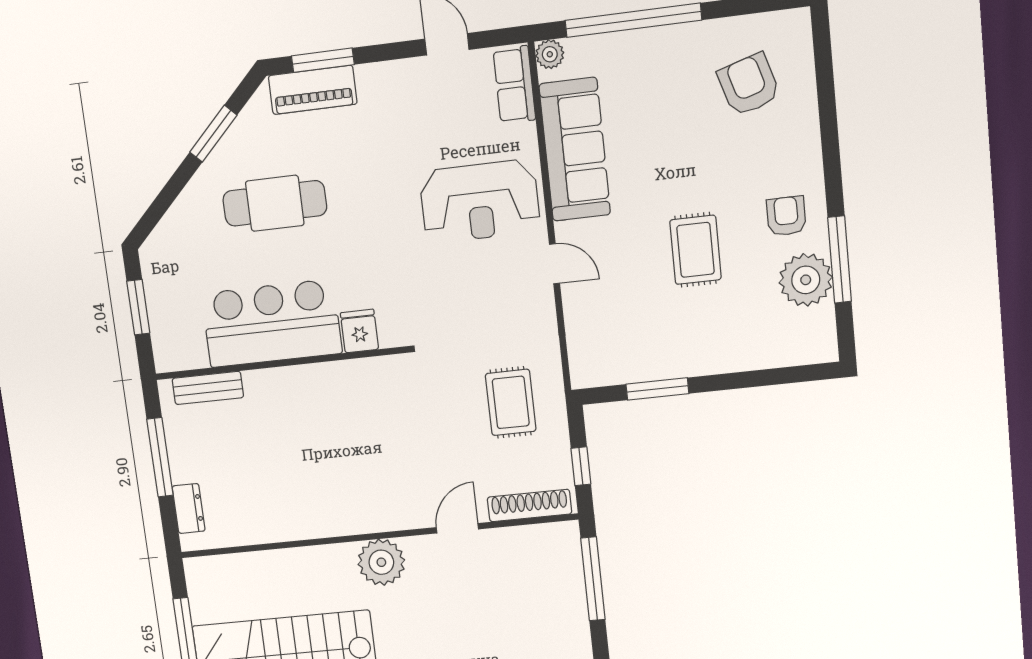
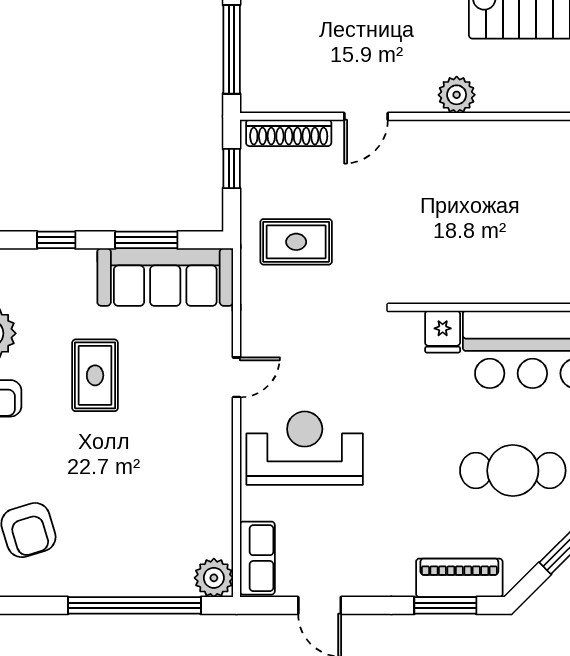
plant: (550, 54) -> (214, 578), width x1.38, depth x1.38
sofa: (575, 150) -> (165, 277), moved, turned -90
door: (554, 264) -> (237, 377), swing flipped
window: (747, 379) -> (56, 240), added
rug: (511, 402) -> (296, 242), turned 90
plant: (381, 562) -> (457, 95), width x0.73, depth x0.73

